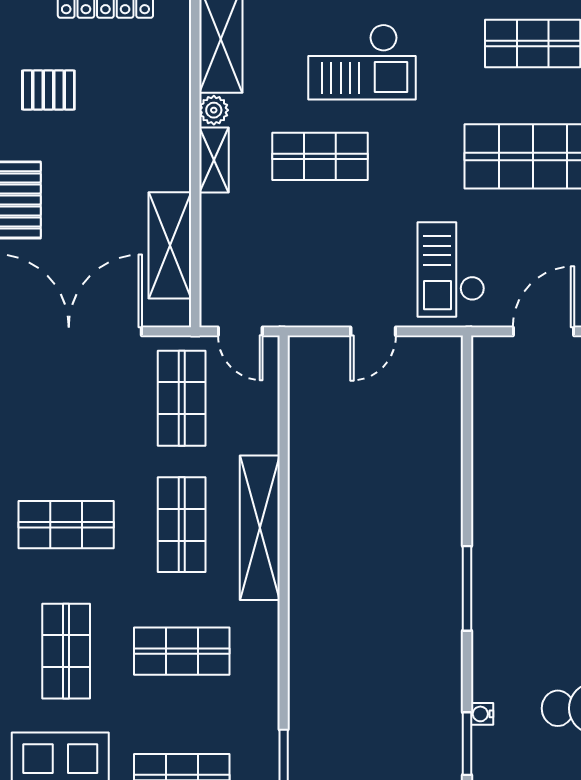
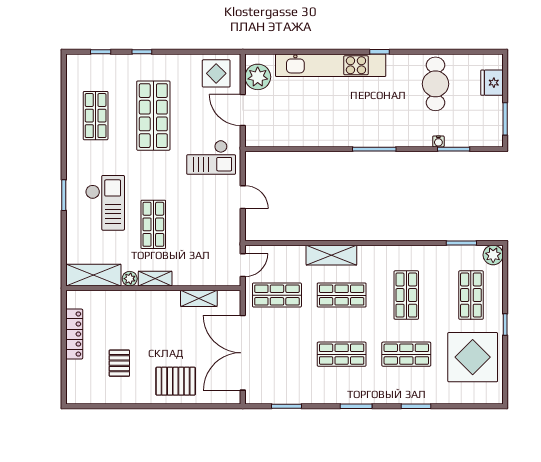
shelving: (170, 245) -> (199, 298), width x0.67, depth x0.75
shop shelf: (66, 525) -> (342, 354), turned 90
shelving: (260, 528) -> (331, 255), width x0.68

